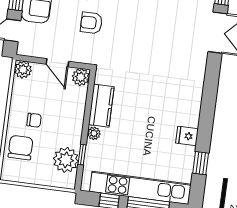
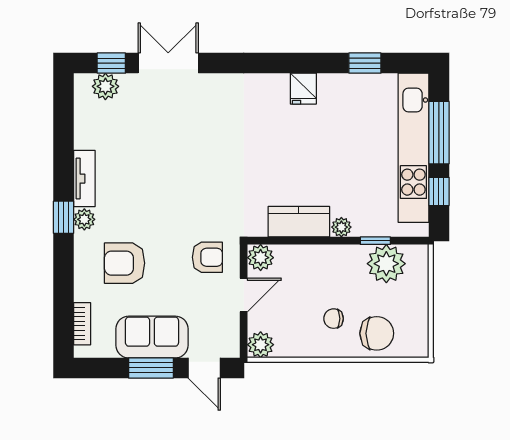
armchair: (91, 23) -> (207, 257), moved, turned -90
chair: (34, 120) -> (334, 319), turned -90
fridge: (187, 136) -> (303, 89), moved
chair: (20, 148) -> (377, 333), turned 180

